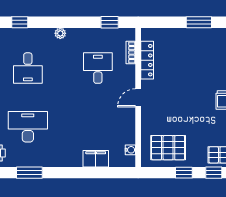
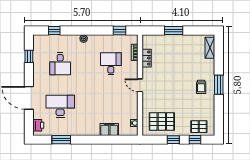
window: (199, 22) -> (174, 31), moved
locker: (147, 60) -> (147, 58), width x0.66
door: (138, 98) -> (140, 85), hinge flipped

